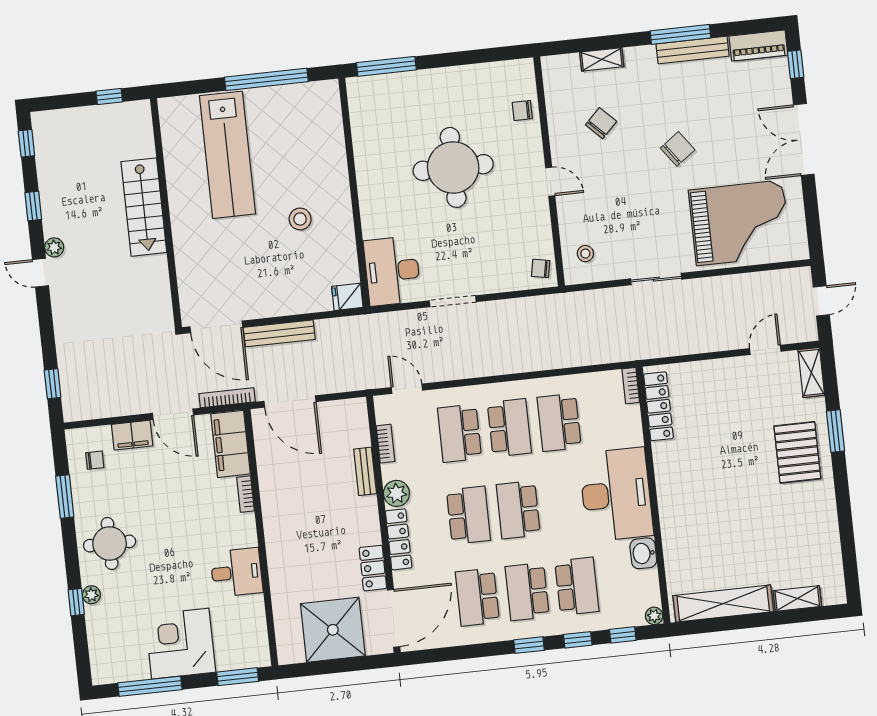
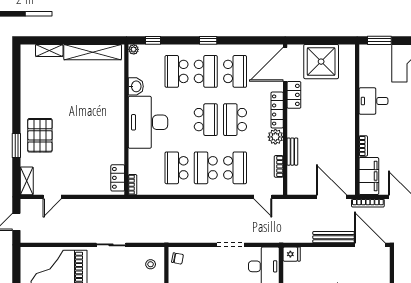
locker: (659, 406) -> (118, 178), width x0.66
school desk: (559, 422) -> (177, 168), turned 180
window: (578, 640) -> (179, 40), removed

